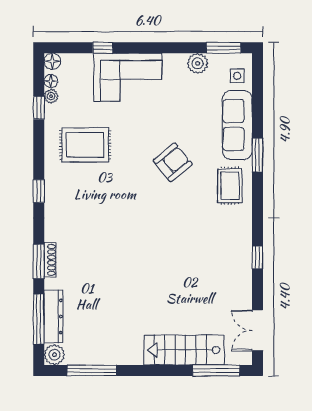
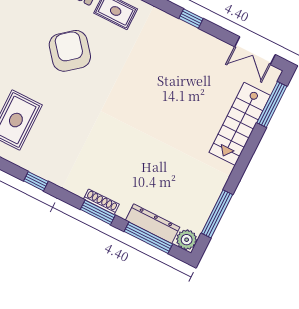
armchair: (173, 162) -> (70, 51), width x1.36, depth x1.36

